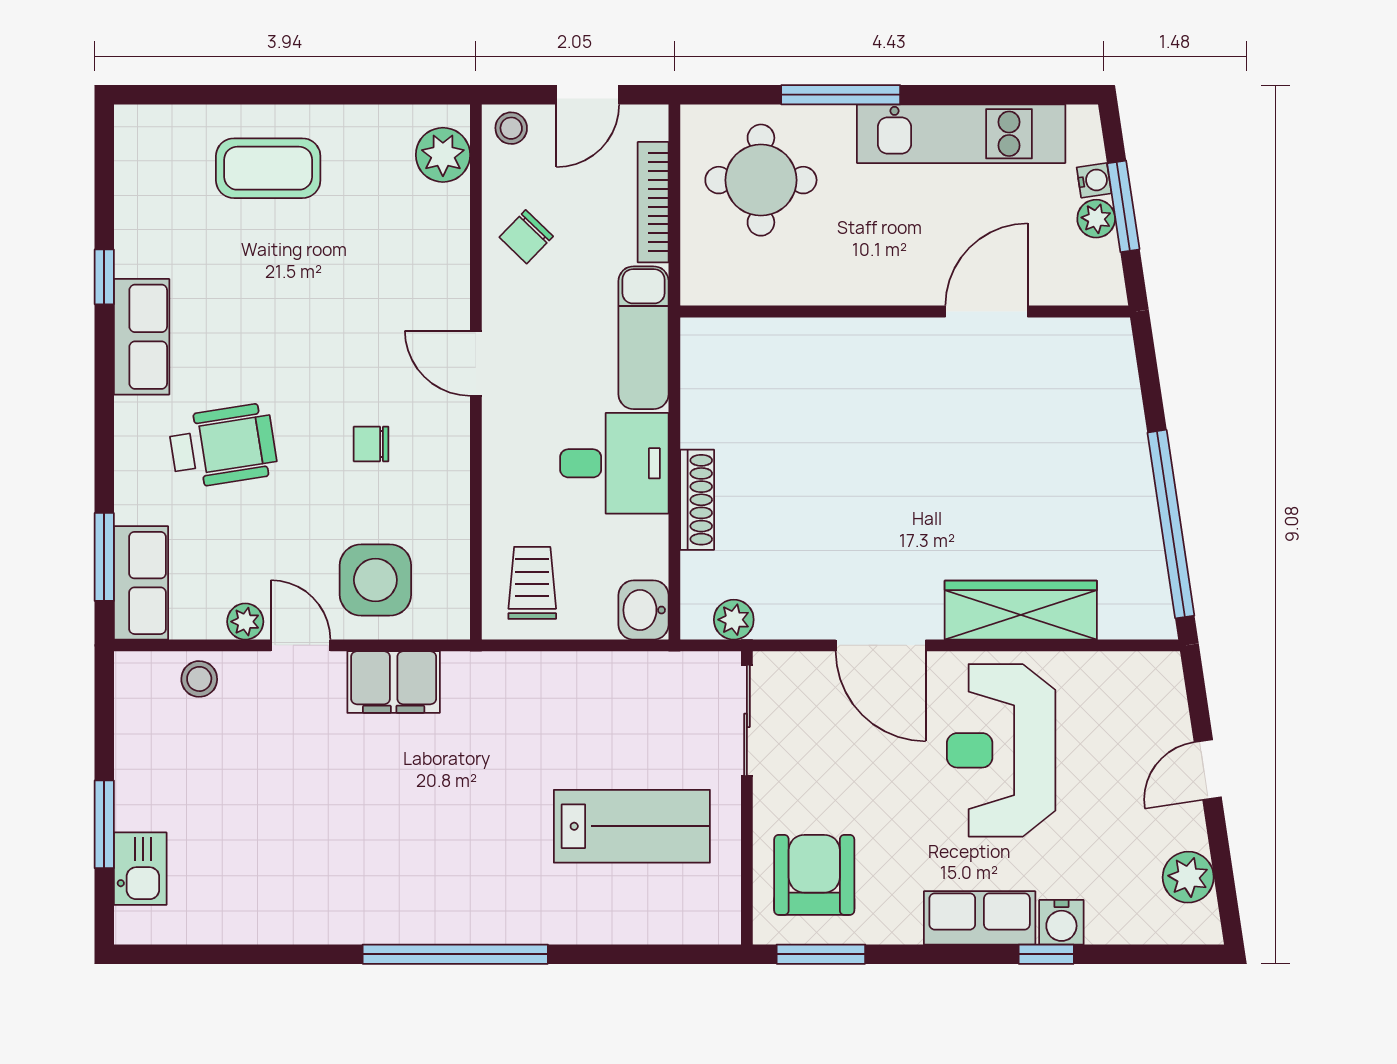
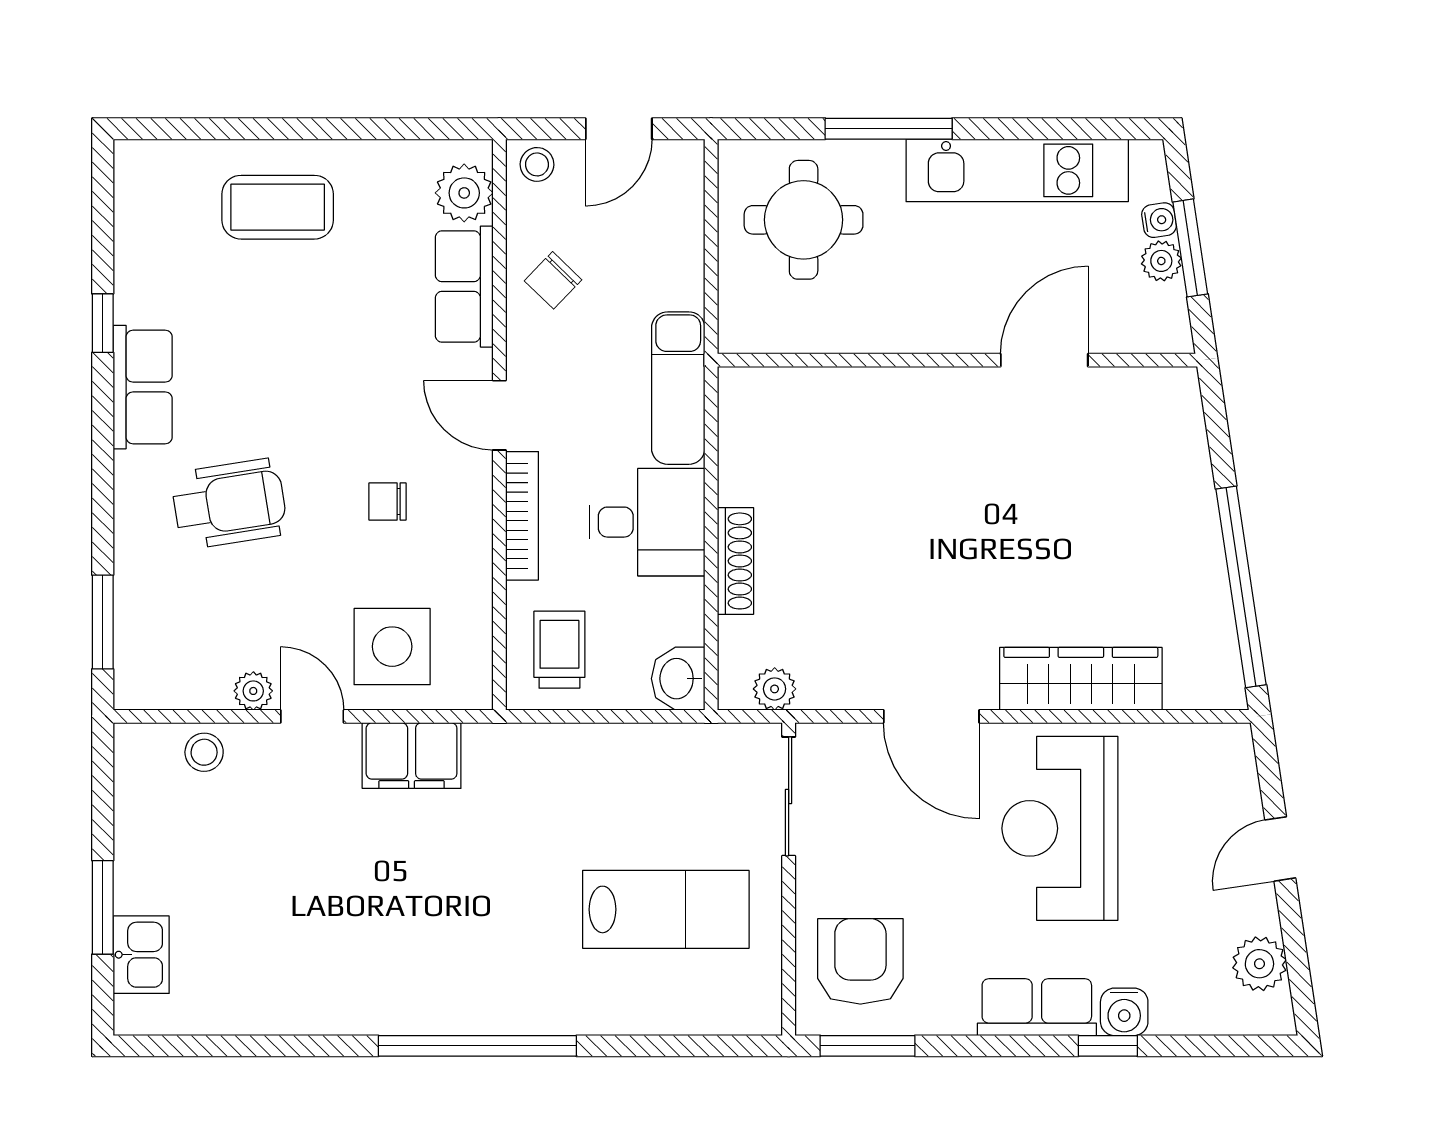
bookcase: (653, 202) -> (522, 516), moved, turned 180
row of seats: (141, 583) -> (464, 287), moved, turned 180

